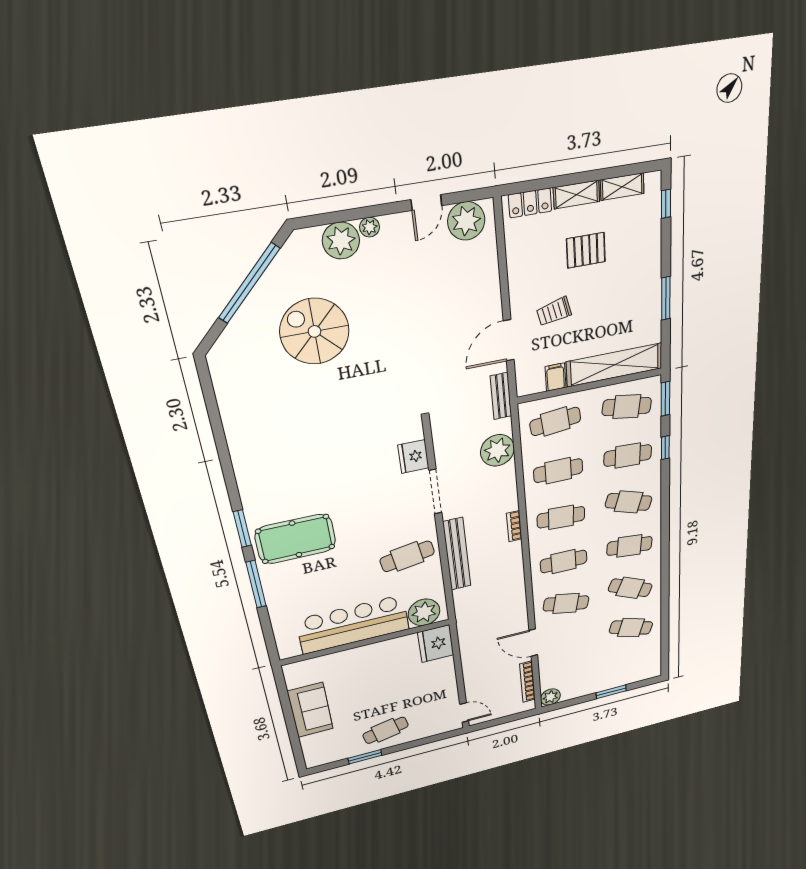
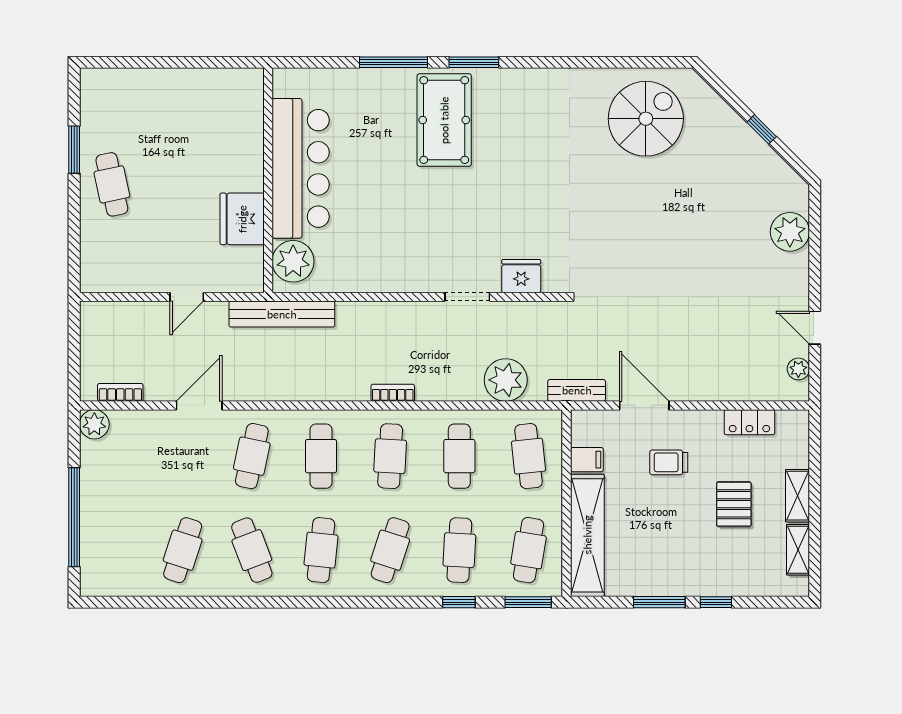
locker: (530, 203) -> (749, 422), moved, turned -90
window: (666, 204) -> (716, 602), moved
plant: (466, 221) -> (798, 369), width x0.53, depth x0.53
plant: (370, 227) -> (799, 264), removed
window: (249, 283) -> (762, 129), width x0.32
trolley: (554, 312) -> (669, 462), turned -77
spiral stairs: (315, 331) -> (646, 119), moved
doorway: (435, 492) -> (467, 297), width x0.73
bench: (457, 554) -> (282, 314), moved
cafe table: (407, 556) -> (384, 251), removed
cafe table: (630, 588) -> (252, 550), turned -45
fridge: (436, 644) -> (242, 219), moved, turned -90
bookcase: (527, 682) -> (120, 392), width x0.64
window: (611, 692) -> (74, 517), width x2.11
sofa: (310, 710) -> (180, 91), removed
door: (464, 713) -> (187, 297), moved

